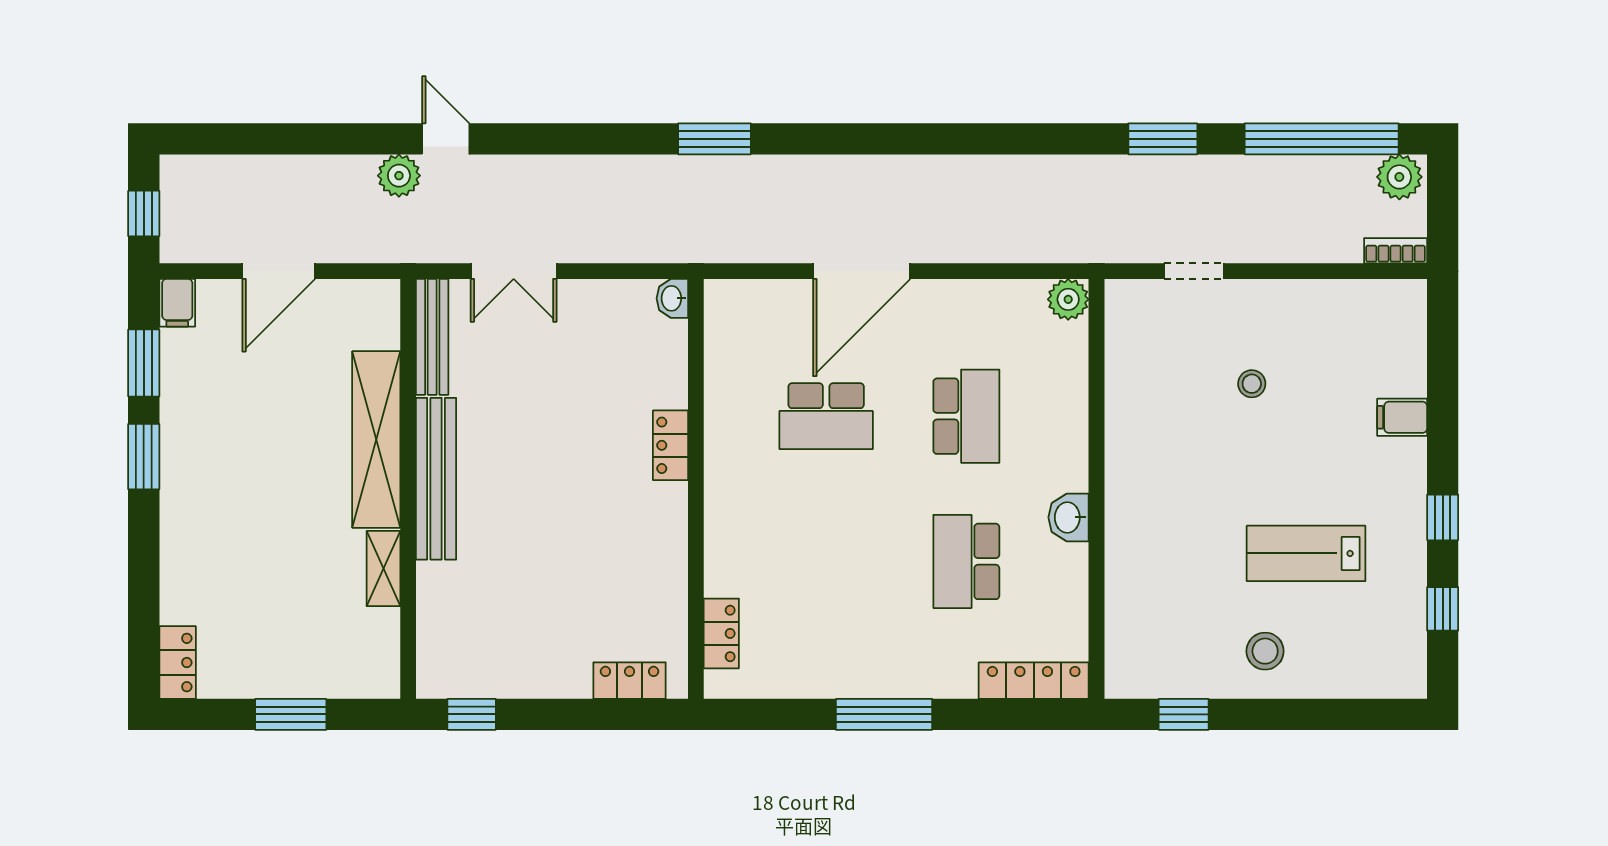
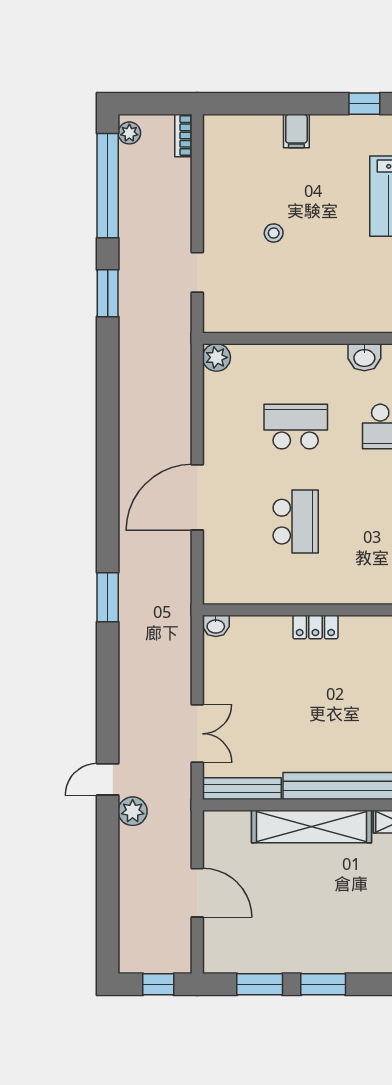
plant: (1399, 177) -> (129, 133), width x0.73, depth x0.73
door: (862, 271) -> (197, 497), swing flipped
filing cabinet: (177, 303) -> (219, 962), removed

